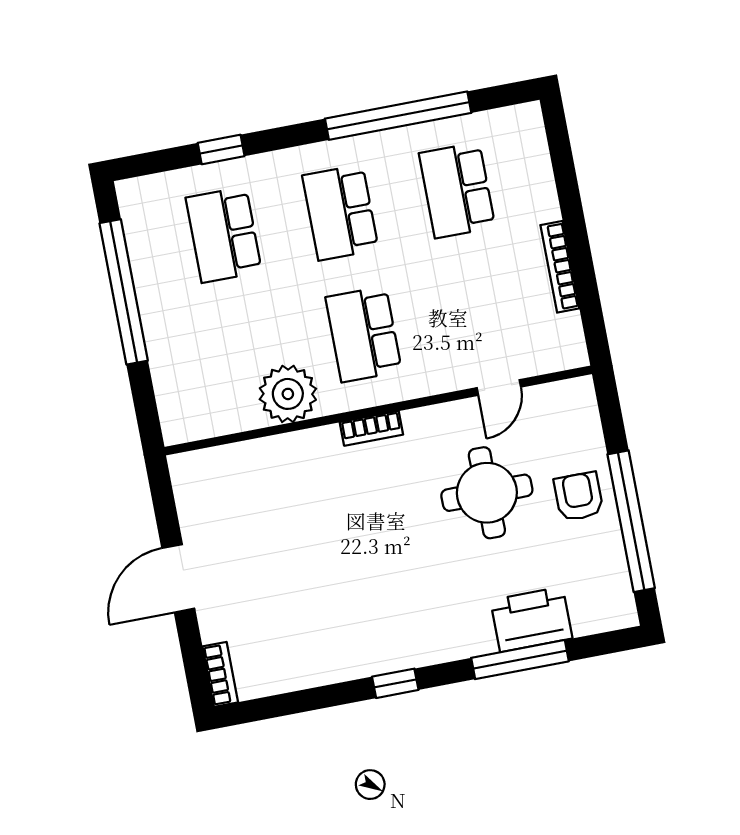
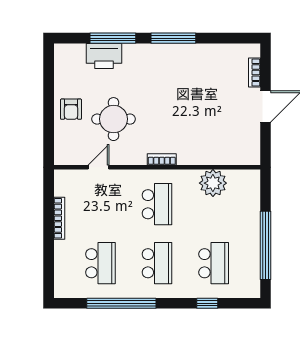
plant: (288, 394) -> (213, 183), moved
window: (631, 521) -> (49, 93), removed
bookcase: (220, 674) -> (254, 73), moved
window: (395, 683) -> (173, 38), width x2.17

